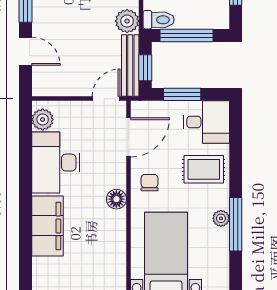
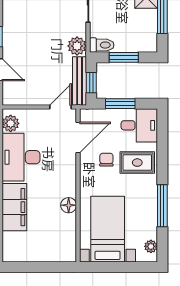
window: (186, 36) -> (124, 57), width x0.69
chair: (150, 183) -> (106, 160), moved
floor lamp: (116, 199) -> (69, 205), moved
plant: (221, 218) -> (151, 246), moved

